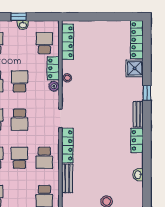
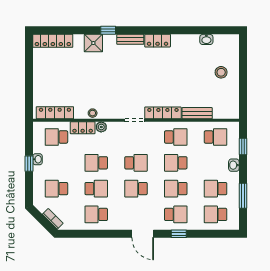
shower: (135, 68) -> (93, 43), moved
washbasin: (138, 175) -> (206, 39), moved

